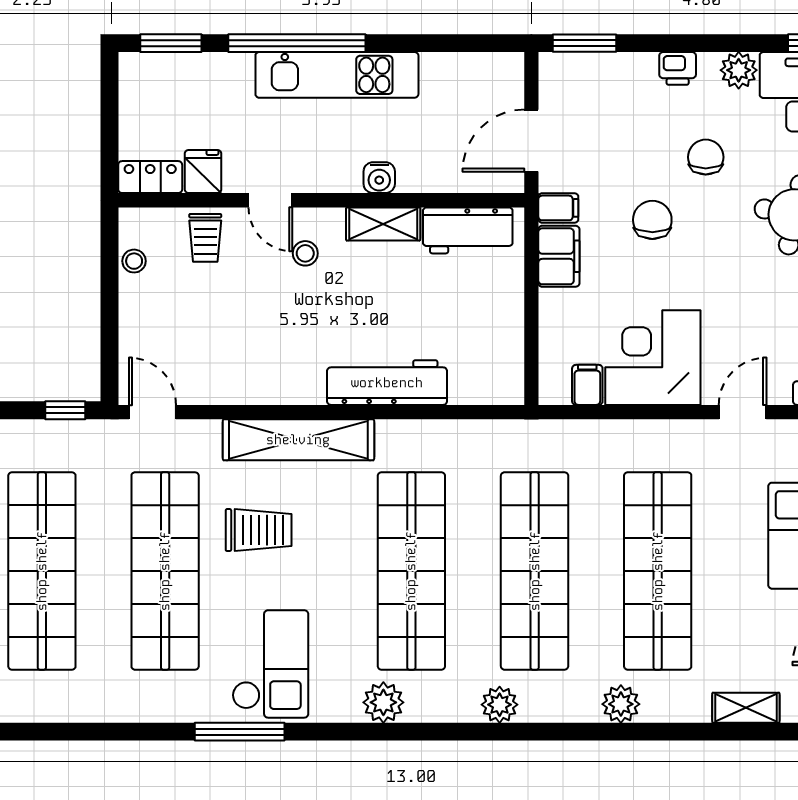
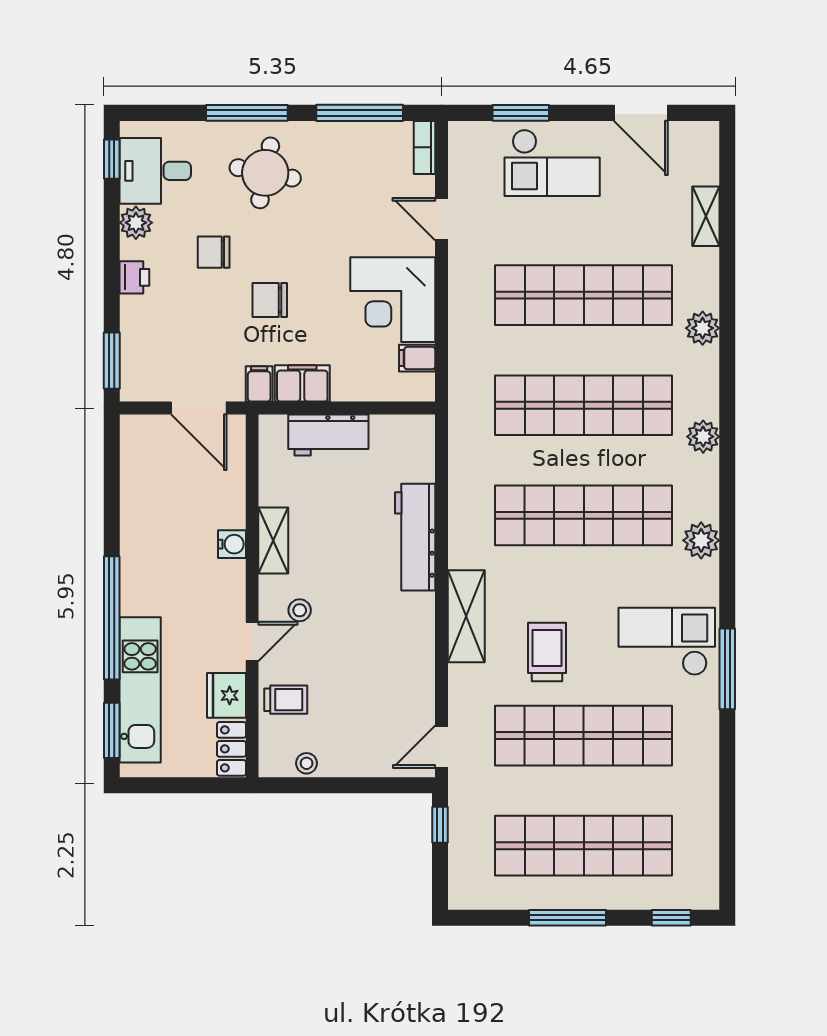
kitchen unit: (337, 75) -> (140, 690), moved
fridge: (203, 172) -> (226, 695), width x1.38
workbench: (468, 230) -> (328, 435), moved, turned 90
shelving: (298, 440) -> (466, 616), width x0.68

